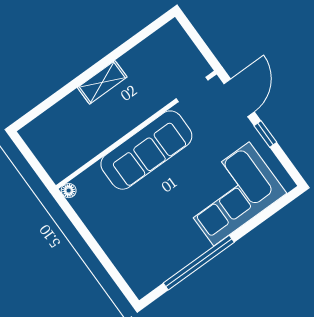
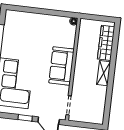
wardrobe: (57, 118) -> (106, 43), added
sofa: (146, 150) -> (61, 66), width x0.73

